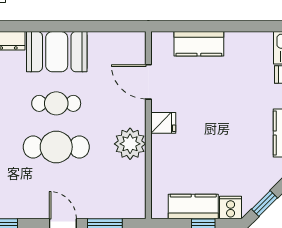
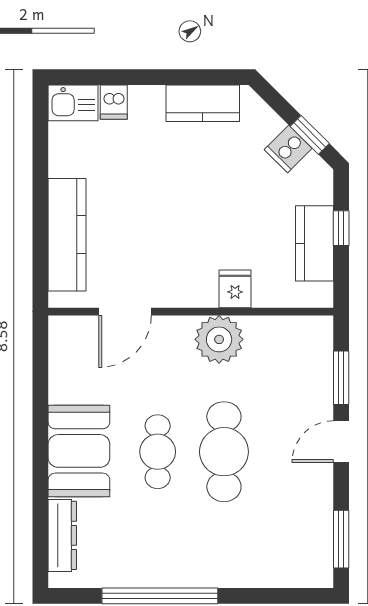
kitchen counter: (199, 44) -> (67, 235), width x1.50
fridge: (163, 123) -> (235, 289), moved
cooker: (231, 207) -> (288, 149), moved, turned -45

